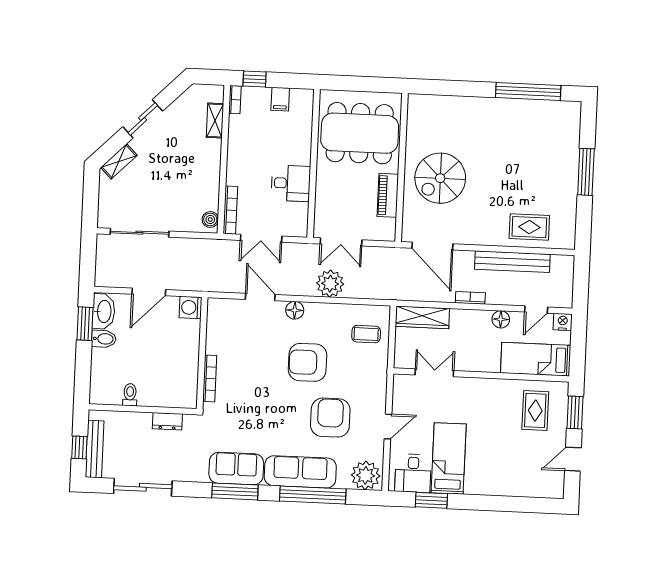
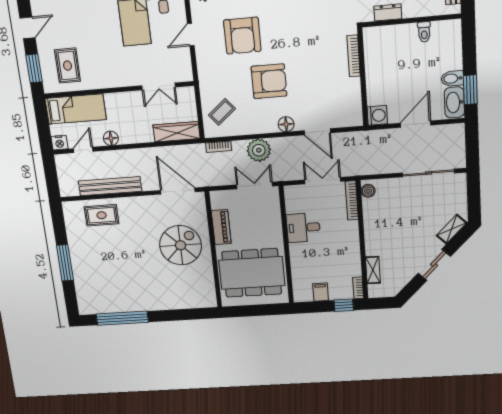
bookcase: (470, 298) -> (219, 147), moved
coffee table: (366, 334) -> (222, 112), turned -40

